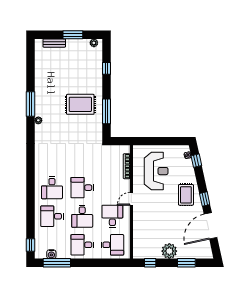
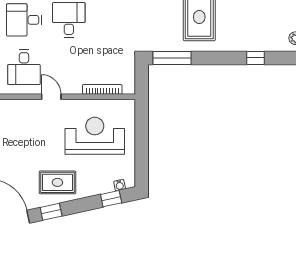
window: (106, 111) -> (172, 58), moved
reception desk: (156, 171) -> (95, 136), turned 180
desk: (112, 216) -> (24, 67), turned 90

